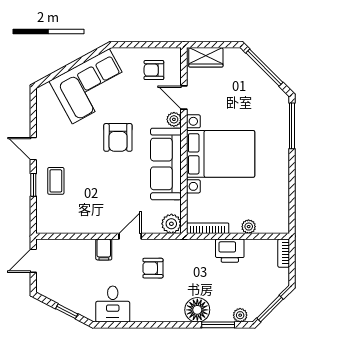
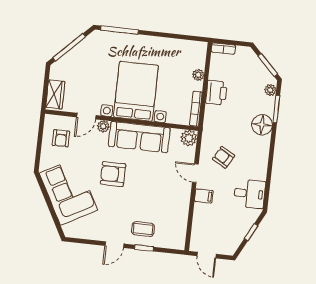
armchair: (118, 137) -> (113, 174), turned 180
armchair: (153, 268) -> (224, 157), turned 120

